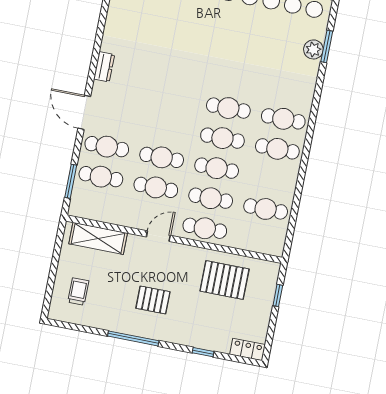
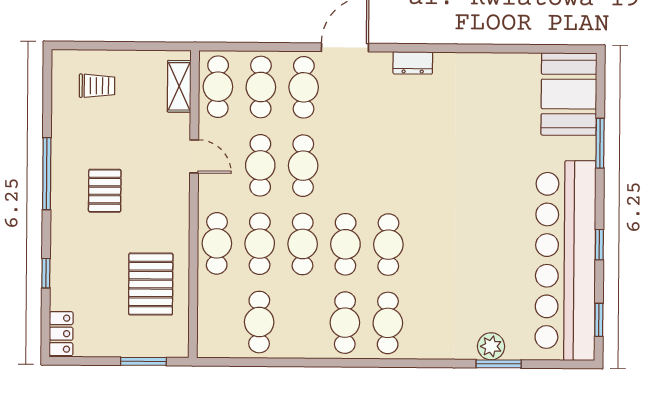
window: (71, 181) -> (247, 47), removed
cafe table: (95, 207) -> (218, 87), added
door: (158, 236) -> (194, 156), moved
shelving: (98, 238) -> (179, 86), width x0.67, depth x0.75
window: (278, 295) -> (143, 361), width x1.50

